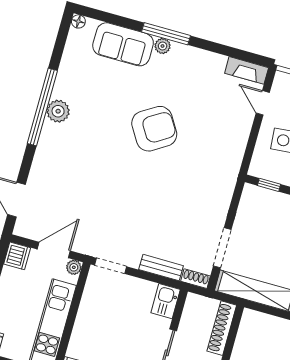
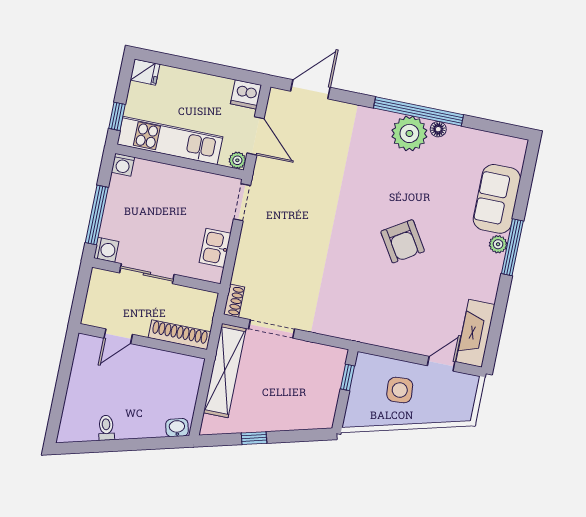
floor lamp: (78, 21) -> (438, 129), moved
fireplace: (247, 70) -> (475, 333), width x1.37, depth x1.32
plant: (58, 111) -> (409, 133), width x1.36, depth x1.36
armchair: (154, 129) -> (403, 241), width x0.73, depth x0.73
bench: (161, 268) -> (244, 260), removed
kitchen sink: (166, 301) -> (215, 248), moved, turned -90

